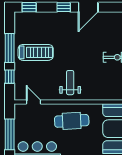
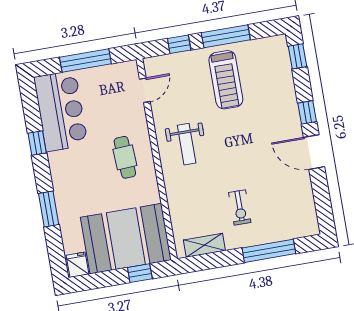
weight bench: (70, 83) -> (187, 144), turned 90
cafe table: (72, 121) -> (125, 157), width x0.73, depth x0.74

